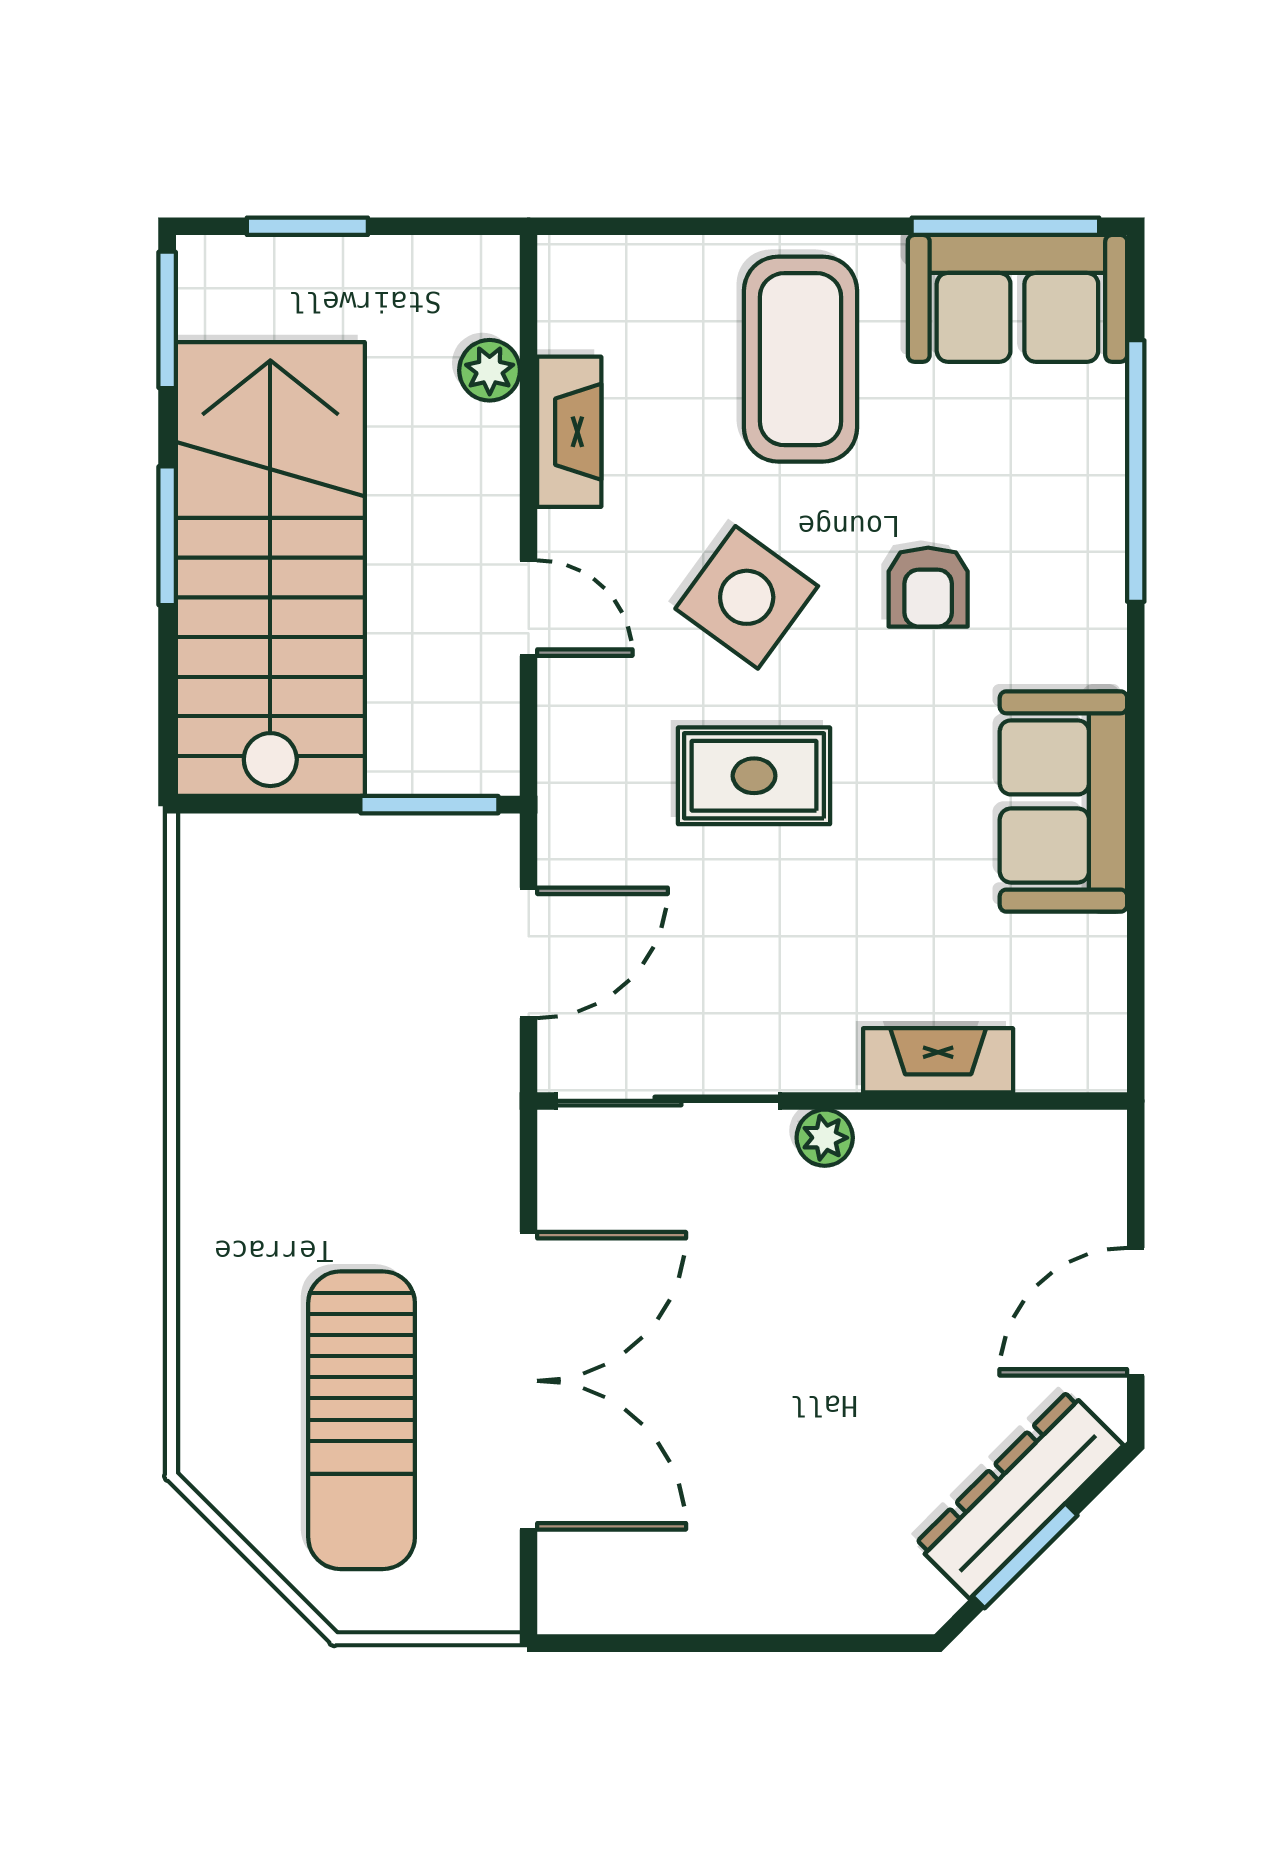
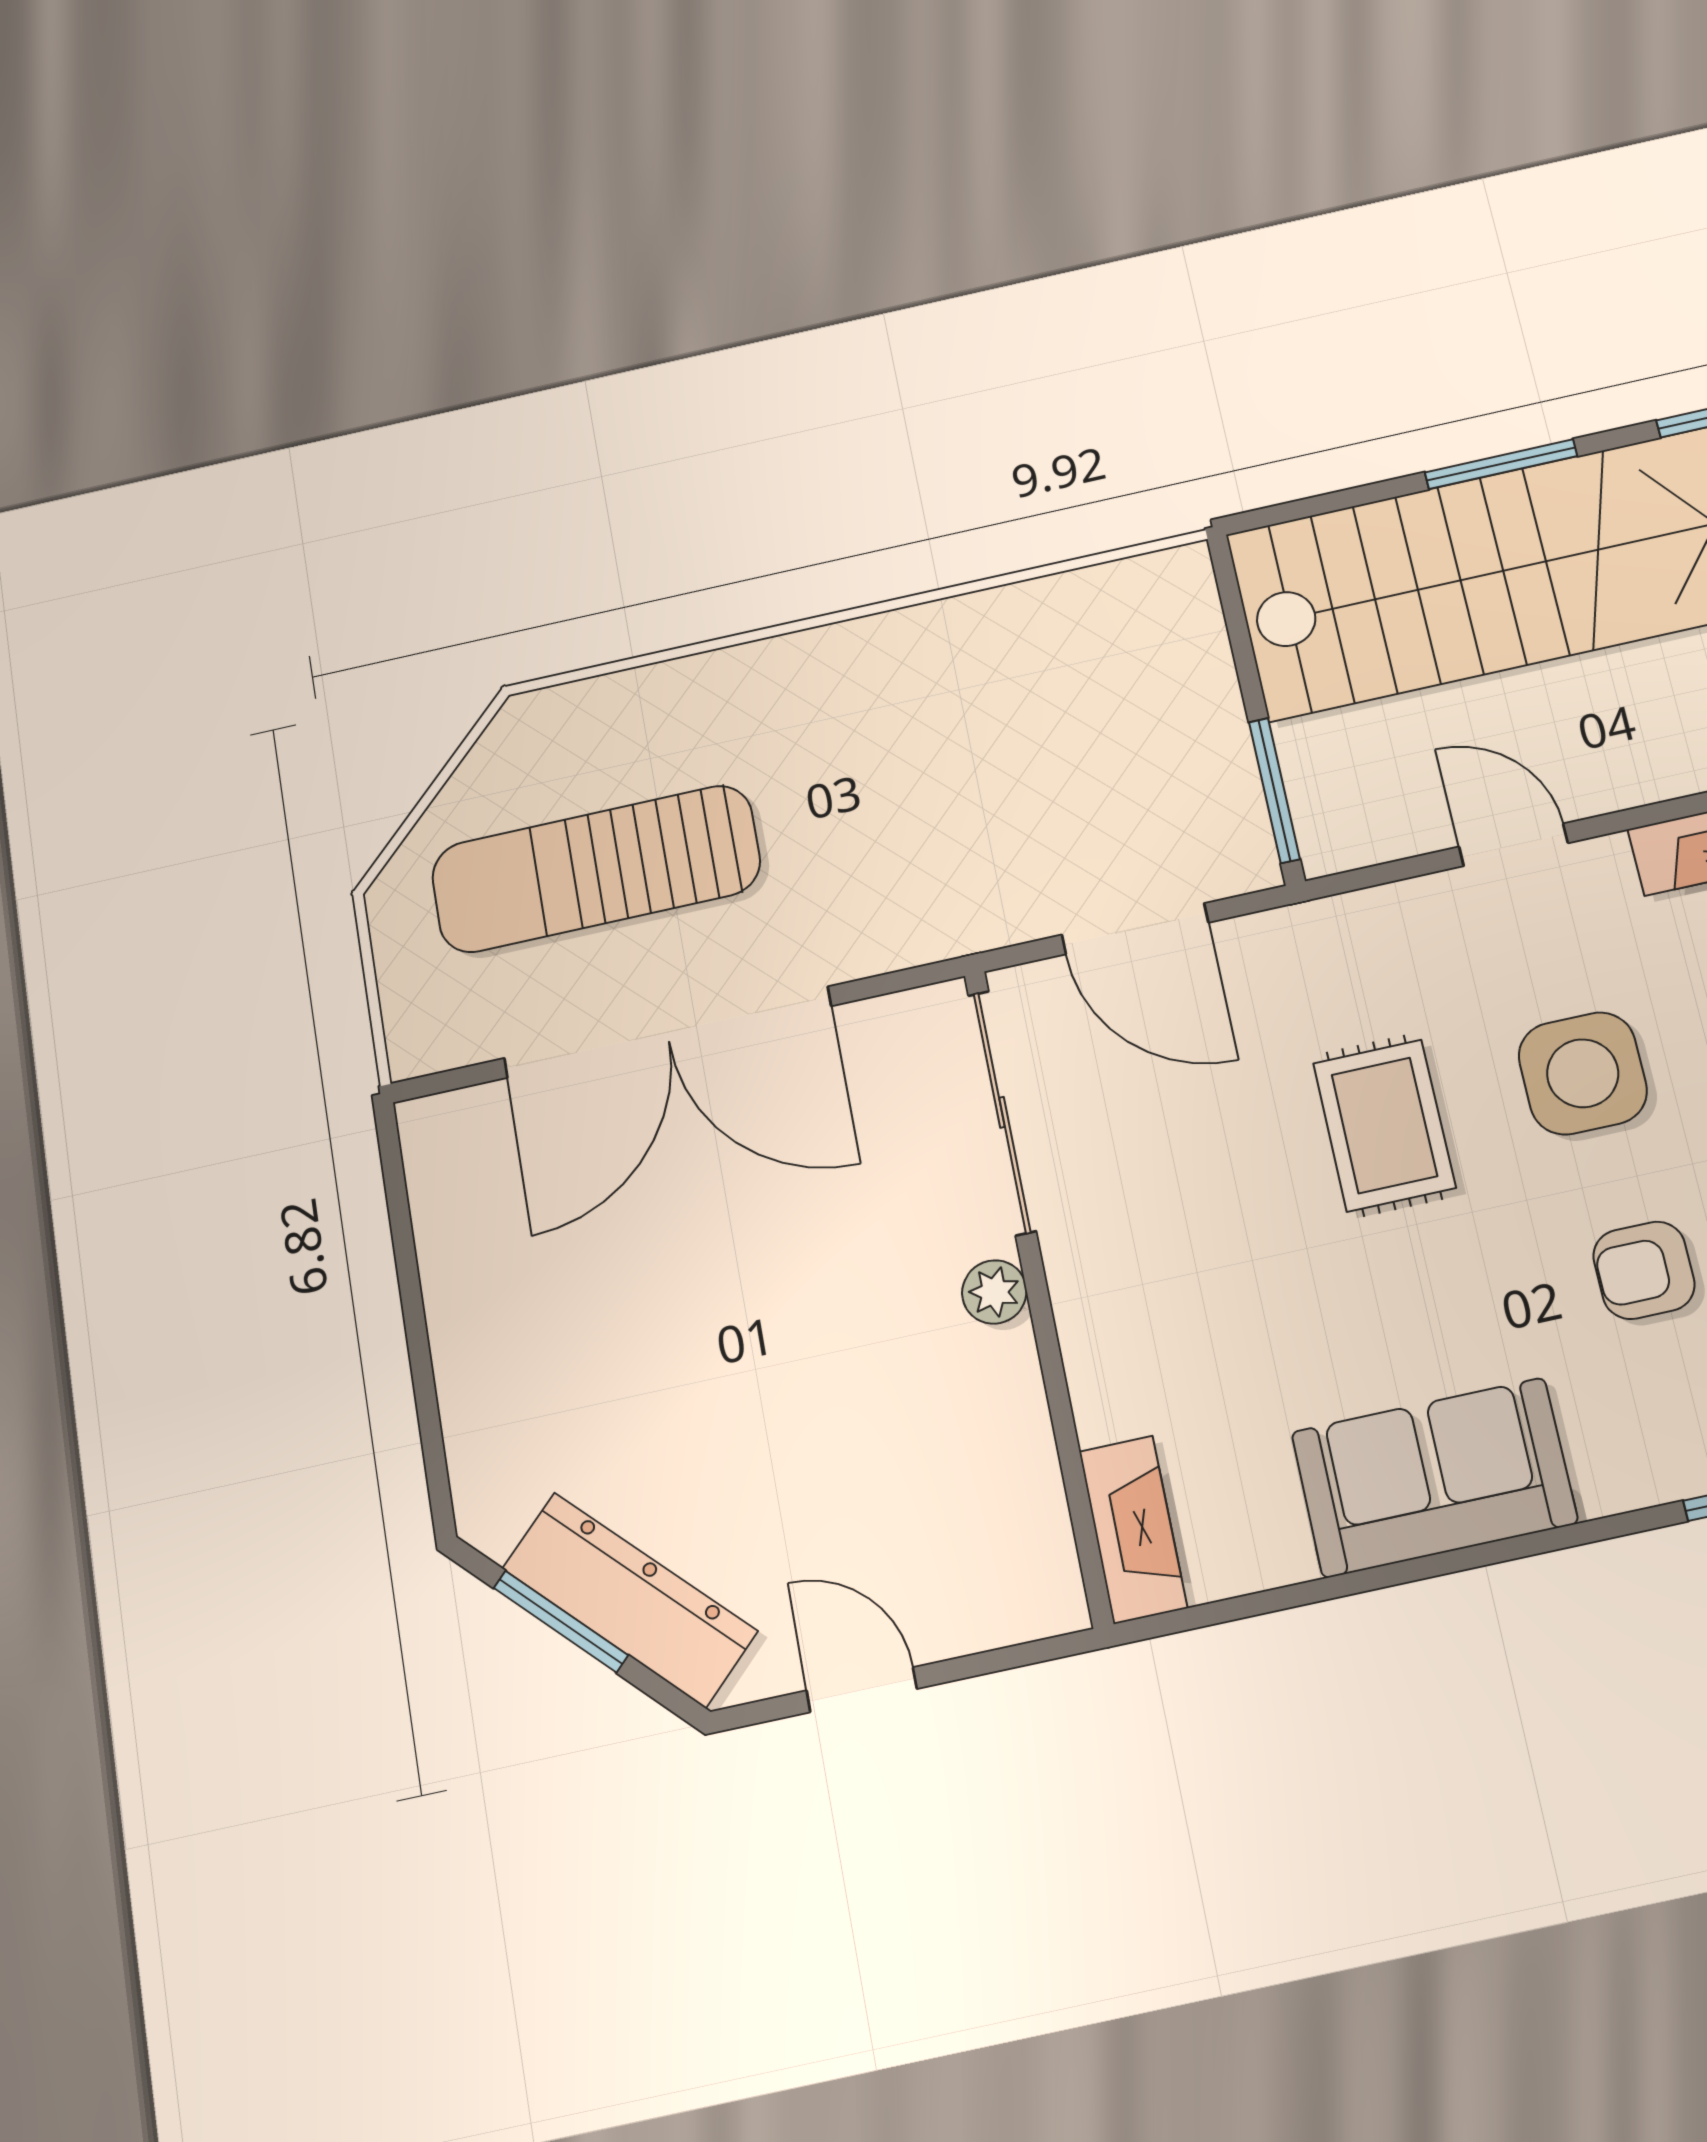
side table: (747, 597) -> (1583, 1073), turned -36
door: (529, 608) -> (1513, 845), swing flipped
fireplace: (938, 1060) -> (1133, 1529), moved
door: (1136, 1312) -> (862, 1690), width x0.73

